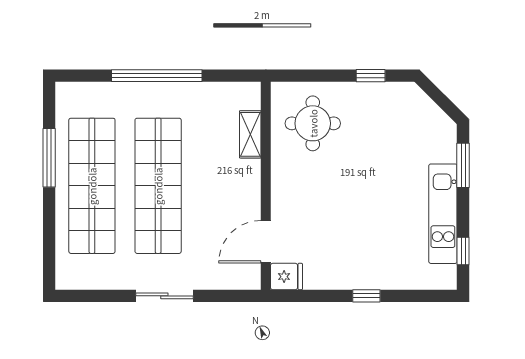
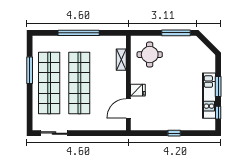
window: (371, 76) -> (176, 33), width x2.17
window: (463, 165) -> (218, 86), moved
fridge: (287, 277) -> (138, 90), moved
sliding door: (164, 296) -> (54, 133), moved

